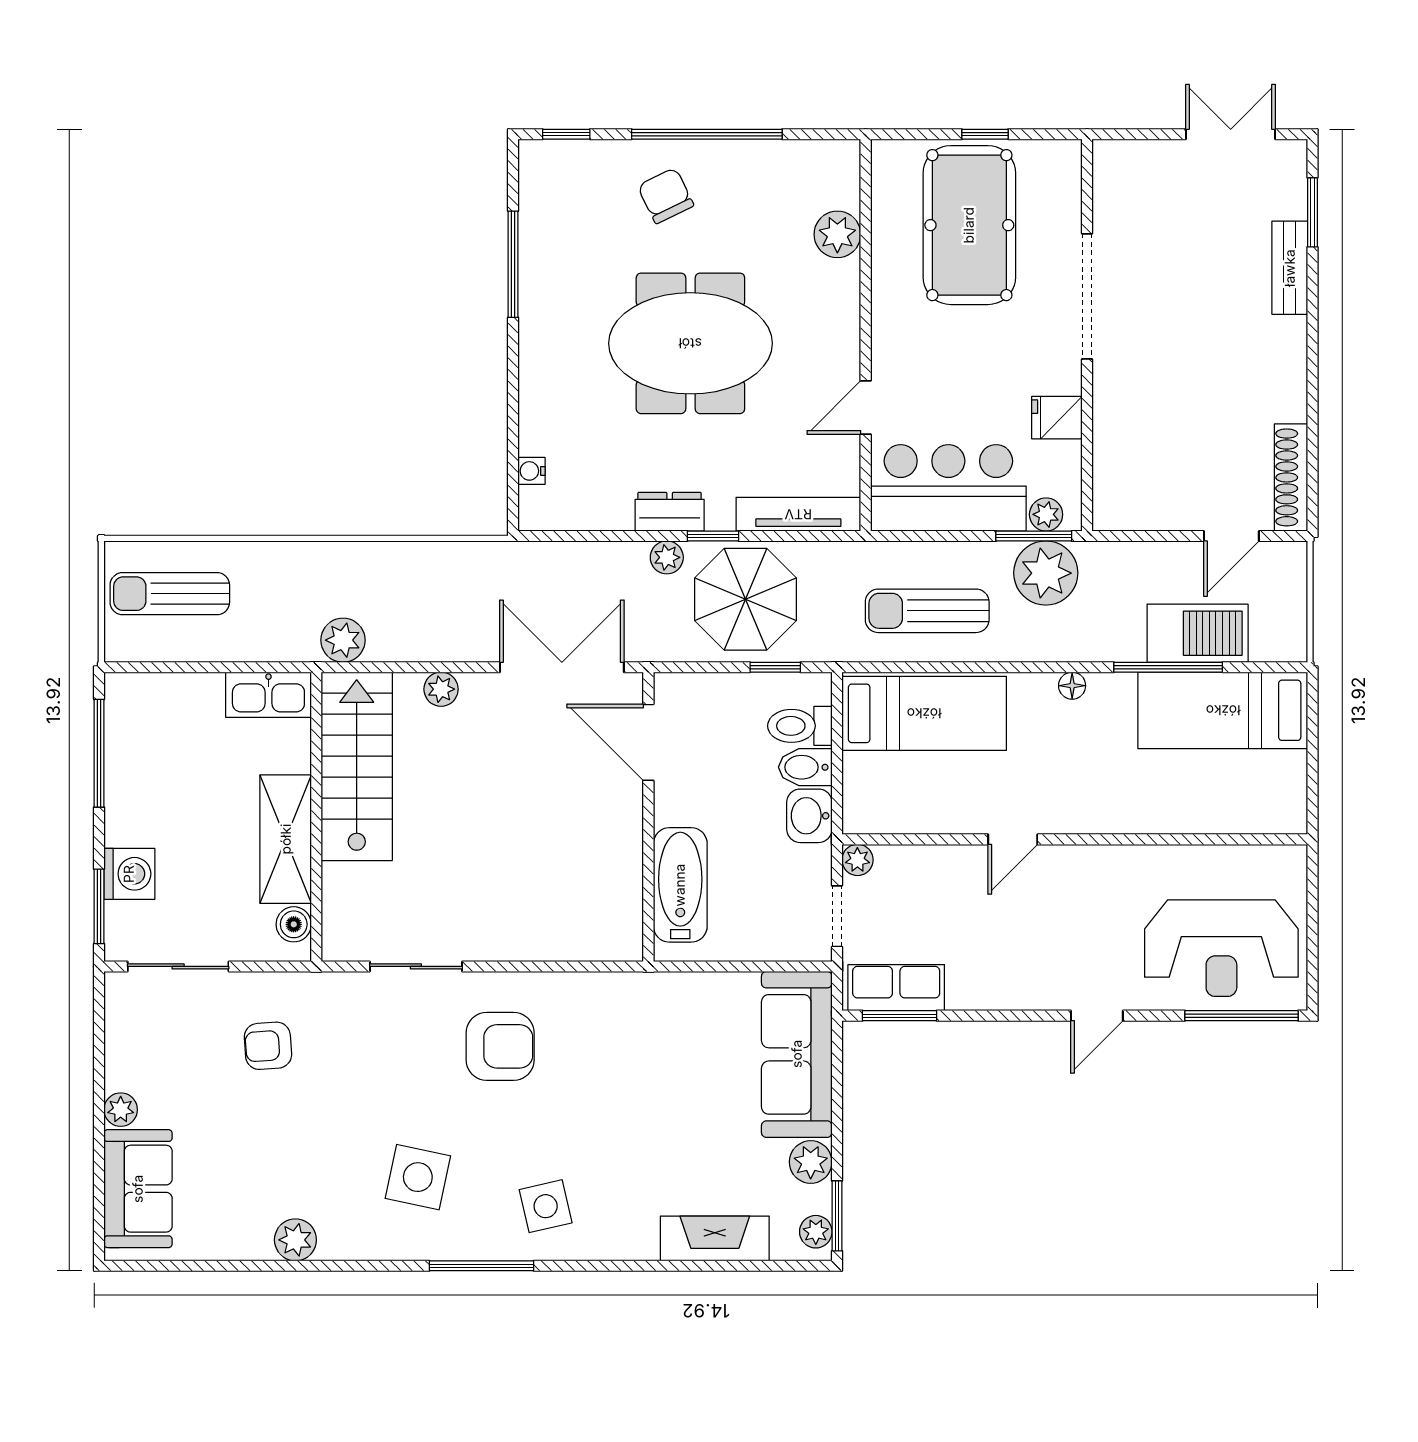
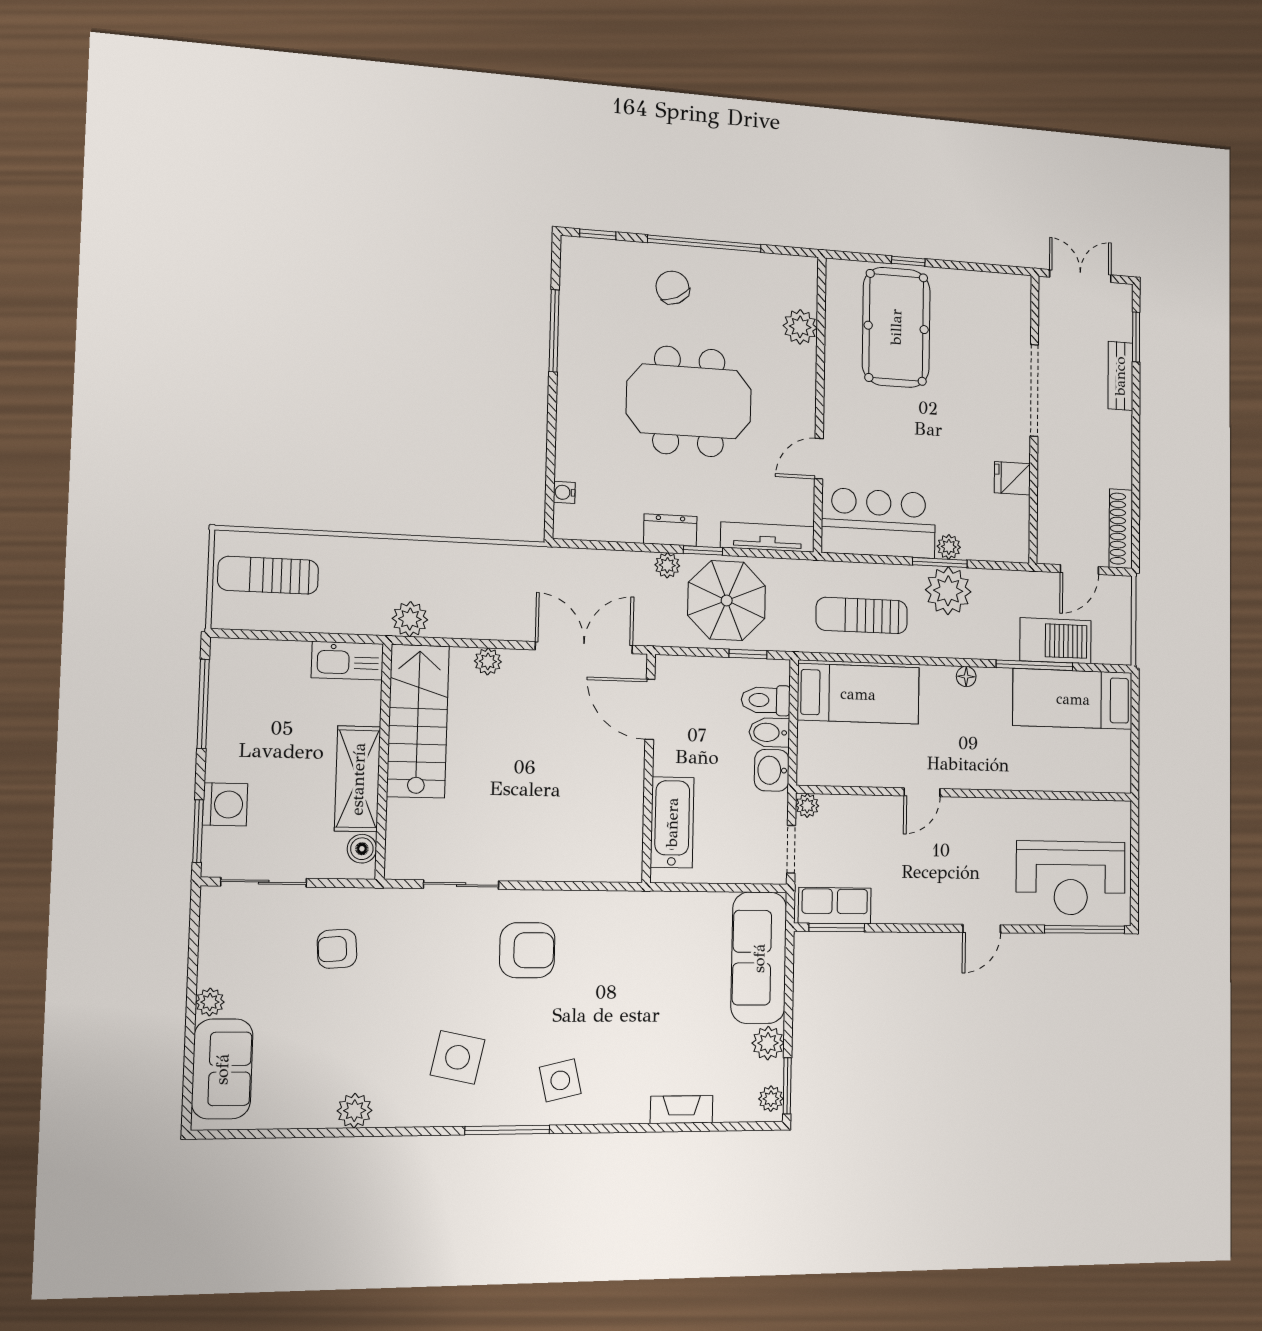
doorway: (1087, 296) -> (1034, 390), moved
wall: (1087, 335) -> (1034, 419), moved
fridge: (1057, 418) -> (1012, 478), moved
fireplace: (715, 1238) -> (682, 1110), width x0.73, depth x0.76

